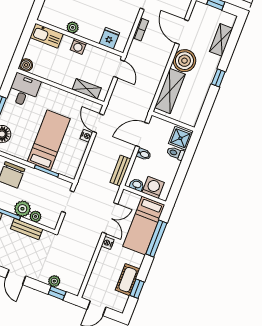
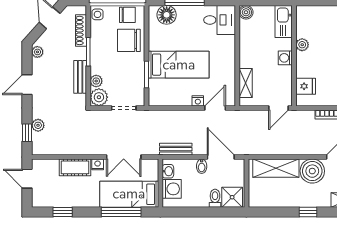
plant: (22, 209) -> (99, 97), moved
cot: (128, 280) -> (75, 167), moved

